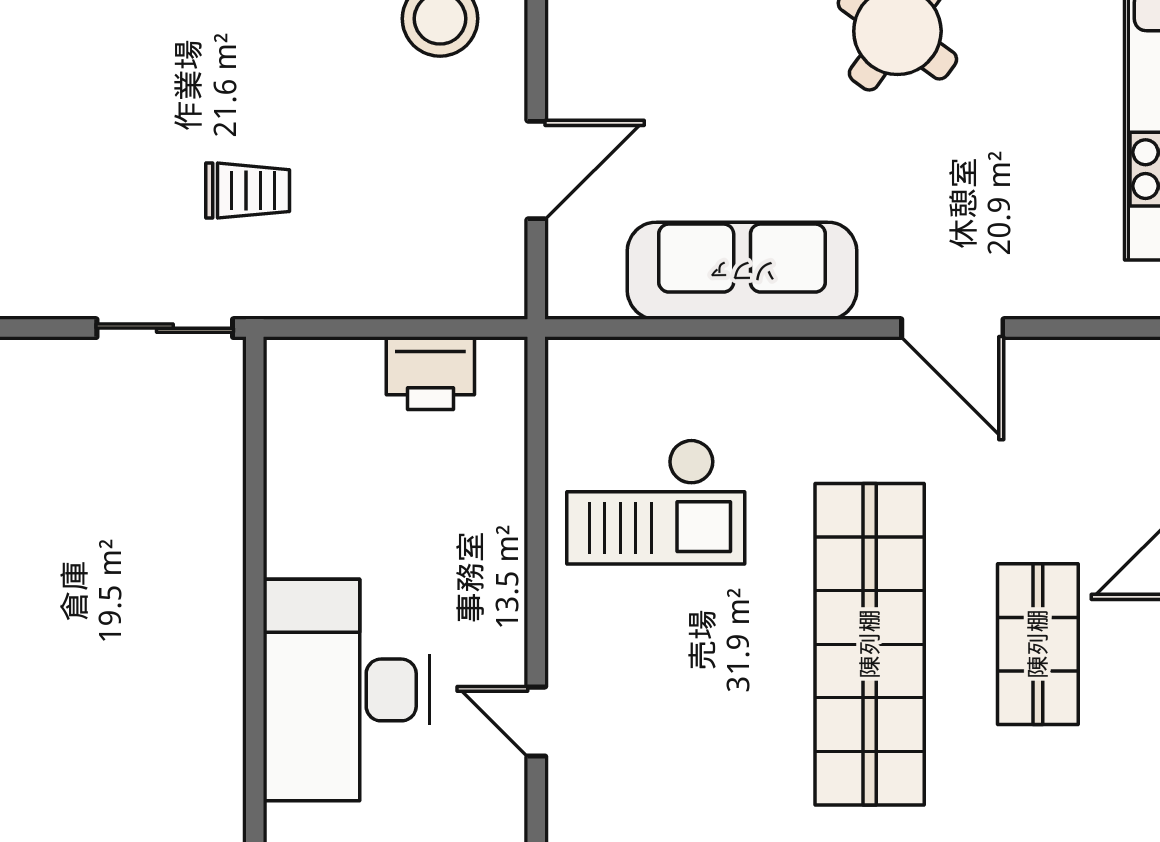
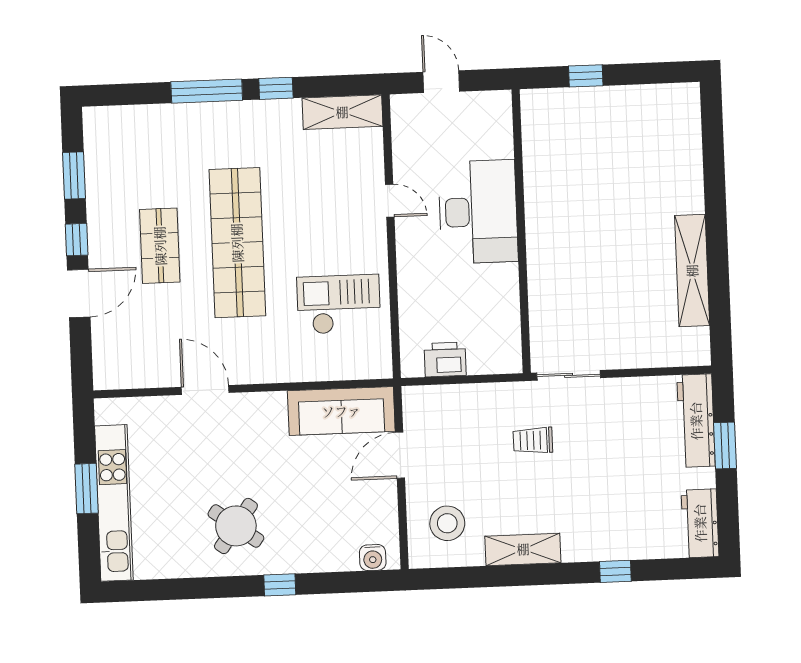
sofa: (742, 271) -> (341, 411), moved

